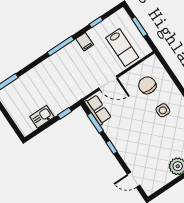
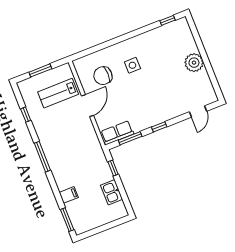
filing cabinet: (85, 42) -> (69, 195), moved
lab bench: (122, 48) -> (58, 93), turned 180
door: (108, 83) -> (87, 106), moved

